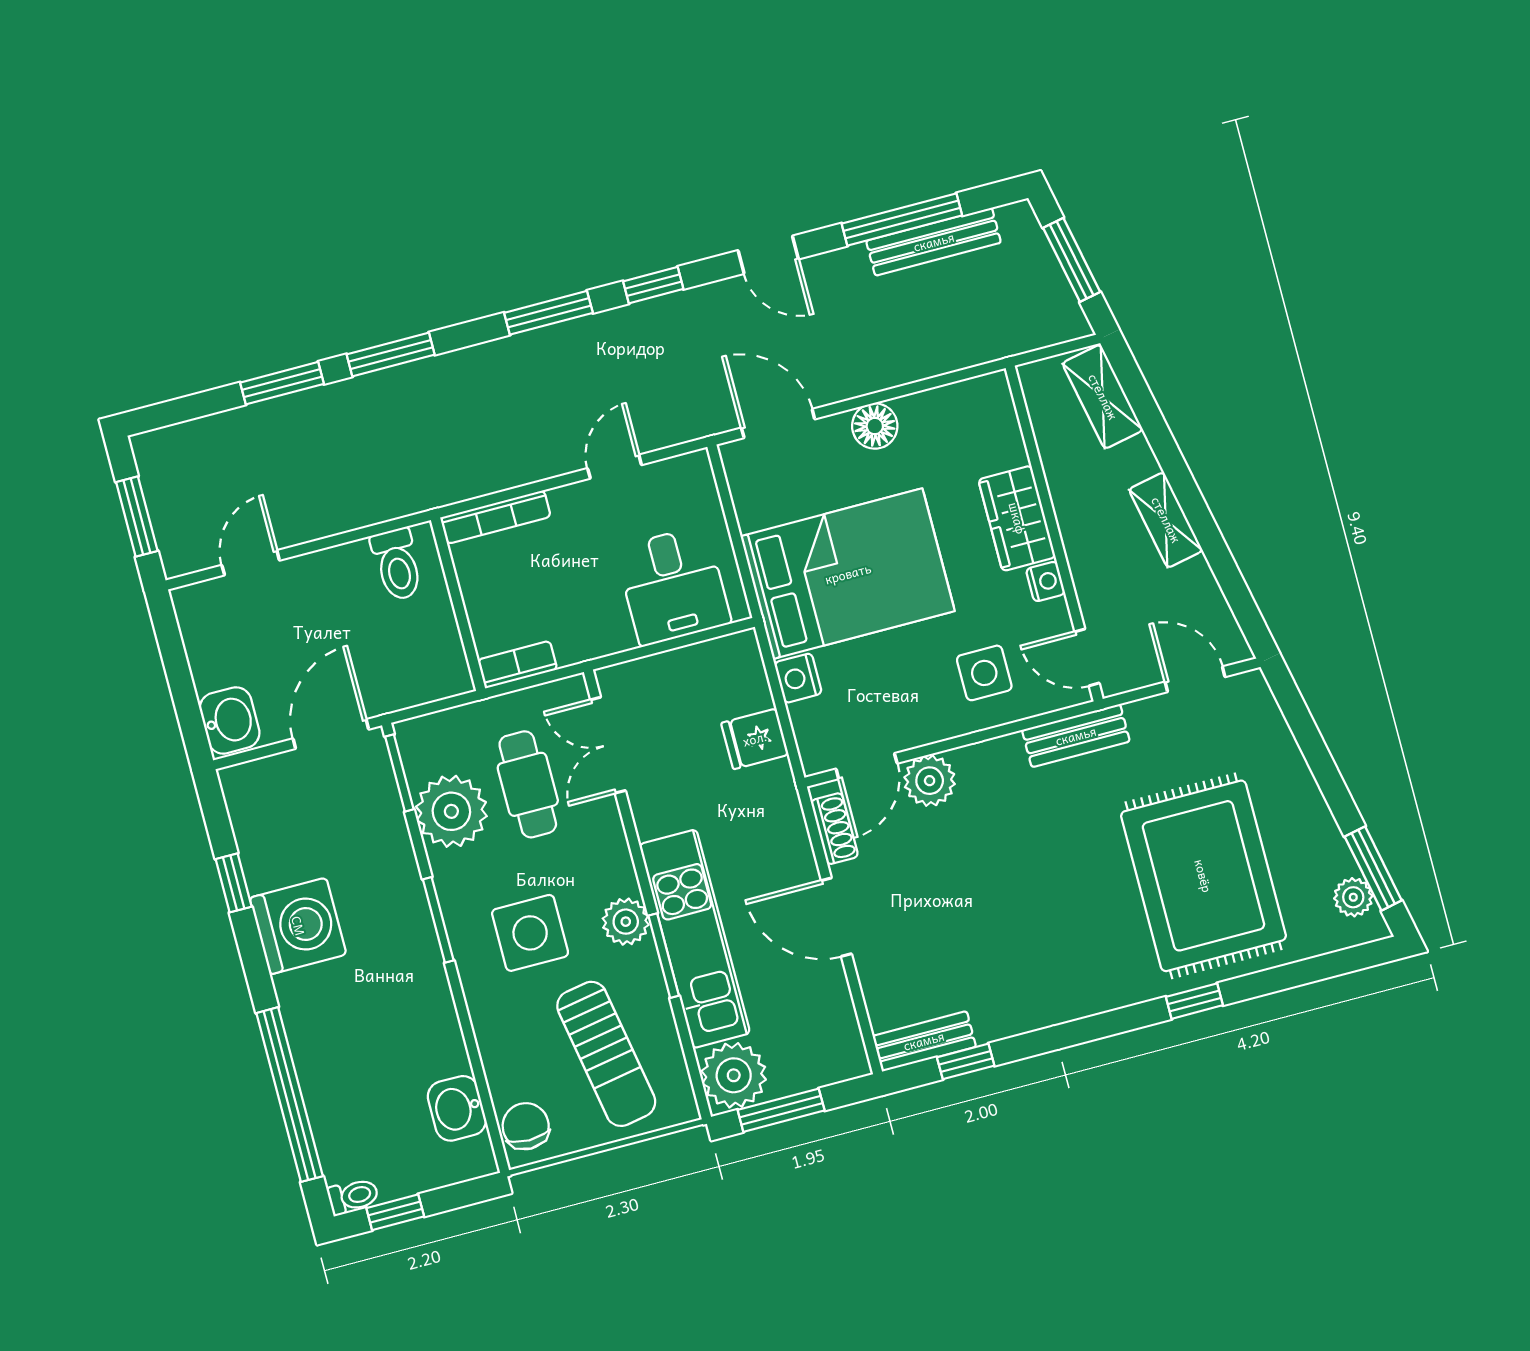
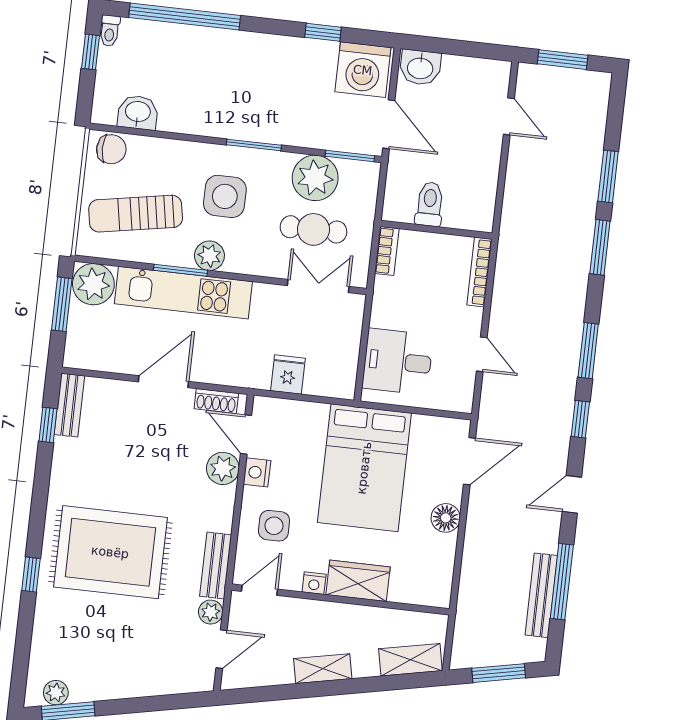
toilet: (397, 564) -> (430, 204), moved, turned 90
nightstand: (798, 678) -> (257, 472), moved, turned -90
plant: (1147, 716) -> (211, 612), added
rug: (1203, 876) -> (110, 552), moved
washing machine: (298, 926) -> (363, 70), moved

